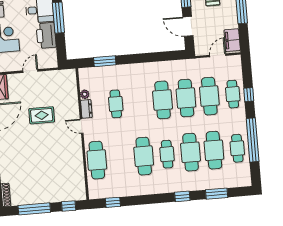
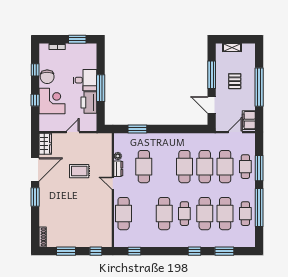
window: (249, 95) -> (259, 168), width x2.17
cafe table: (116, 104) -> (144, 167), width x1.37, depth x1.35
window: (34, 209) -> (66, 251), width x0.69

